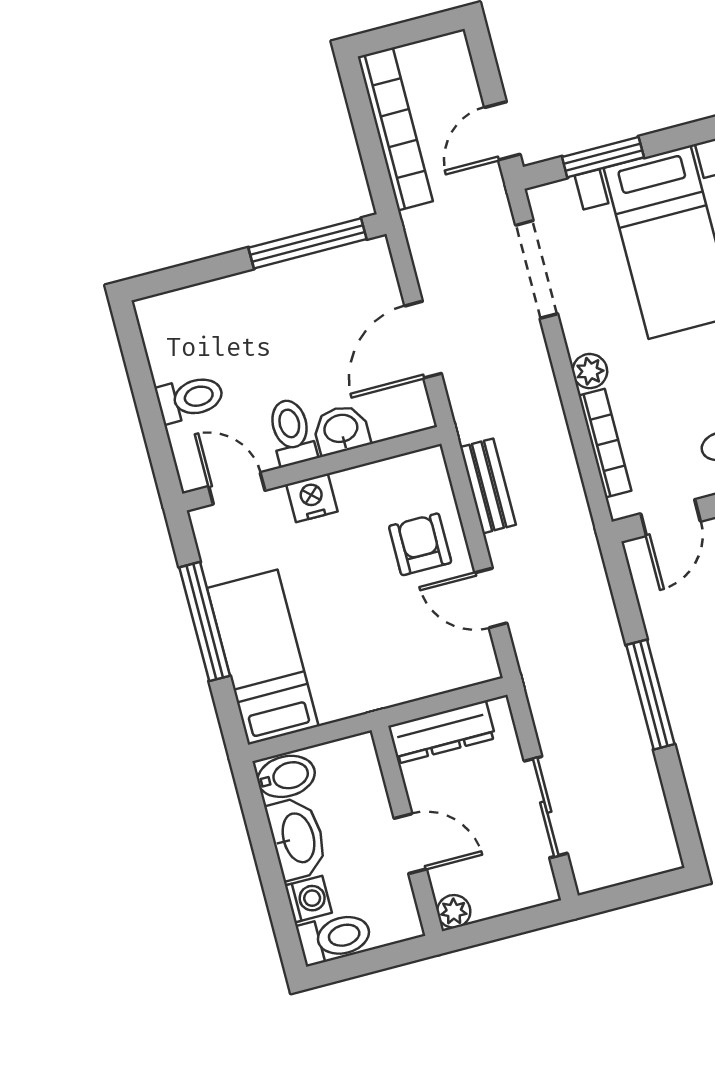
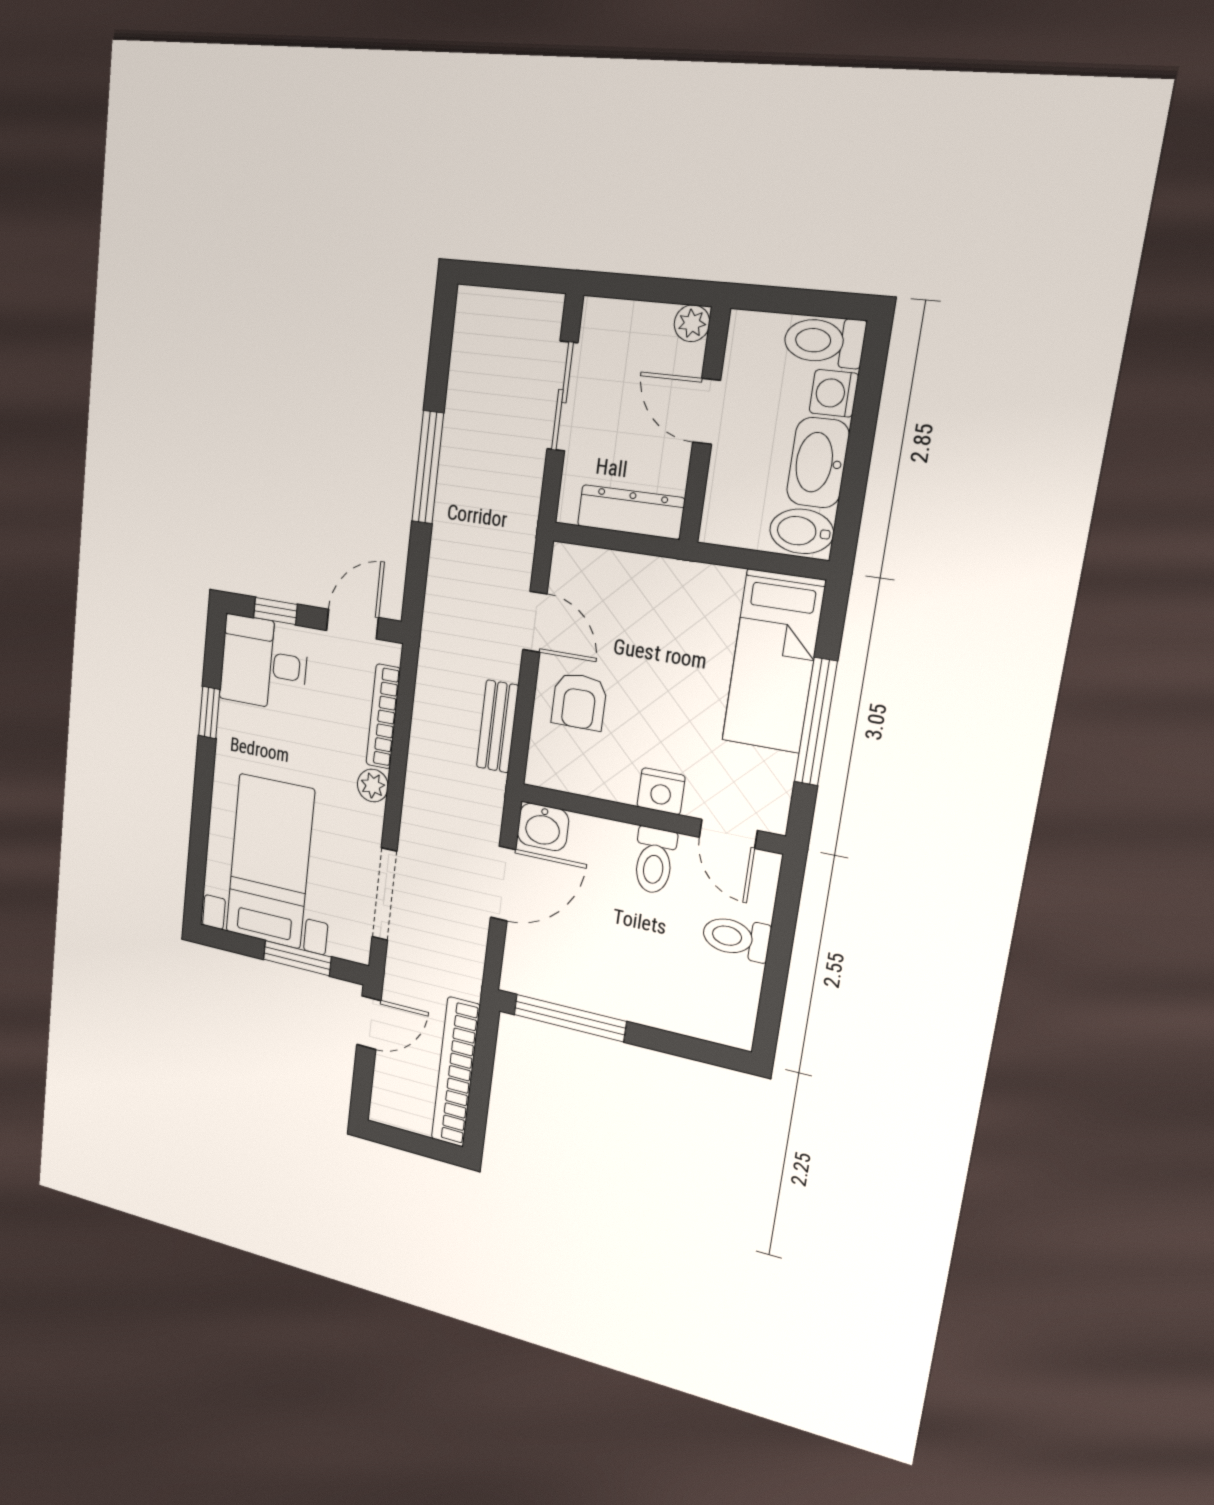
washbasin: (341, 430) -> (543, 827), moved

